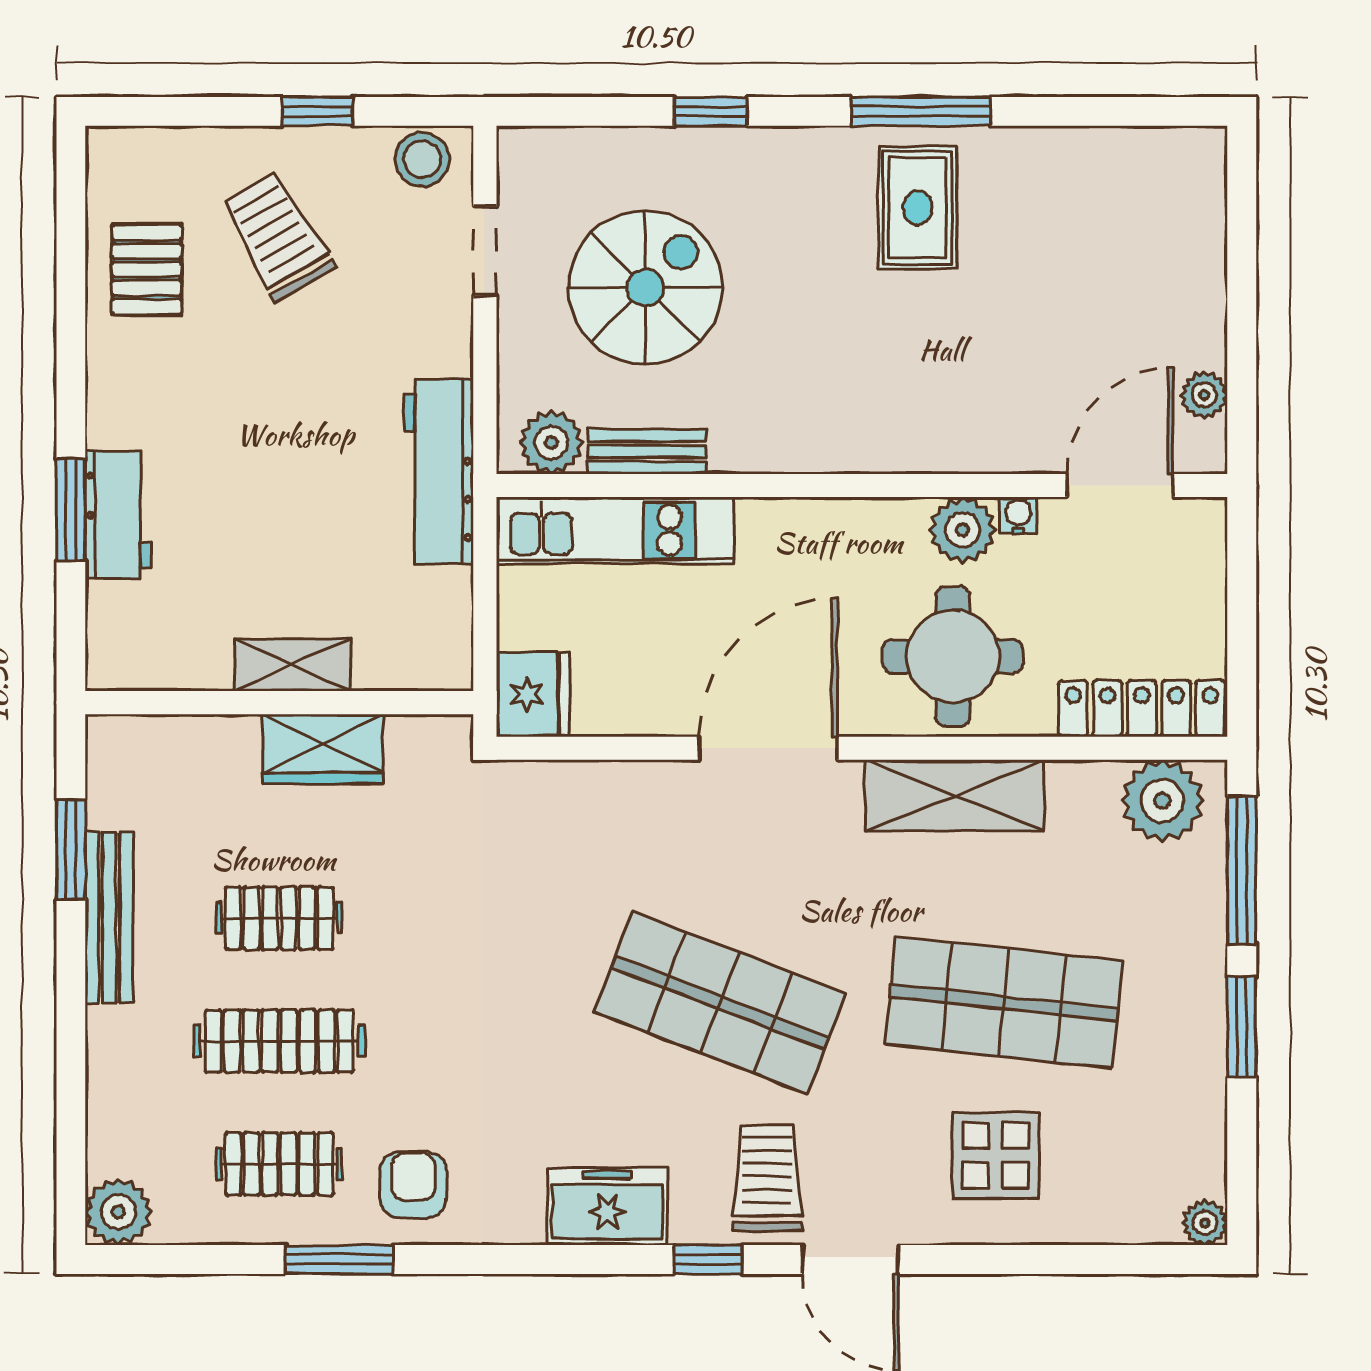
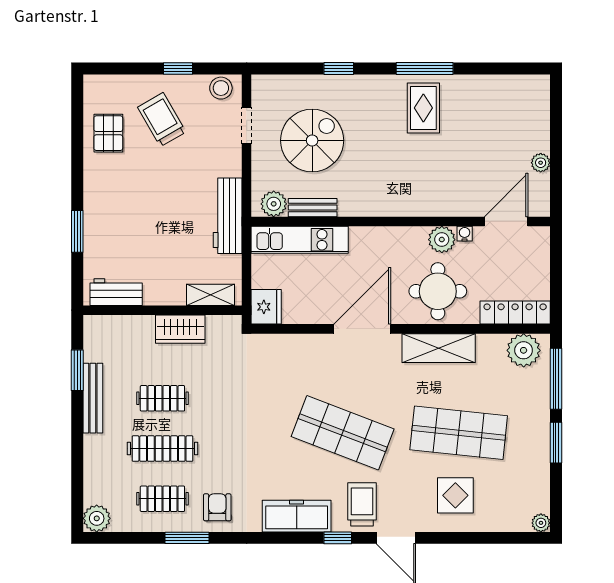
plant: (1204, 395) -> (541, 163), moved
workbench: (118, 515) -> (116, 292), moved, turned -90
shelving: (293, 665) -> (210, 295), moved
freezer: (607, 1206) -> (297, 516), width x1.40

